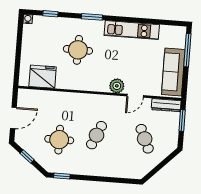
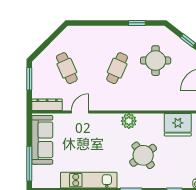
round table: (78, 50) -> (143, 155), turned -38
plant: (117, 86) -> (129, 121), moved
window: (182, 120) -> (29, 79), moved
window: (62, 176) -> (137, 23), moved

